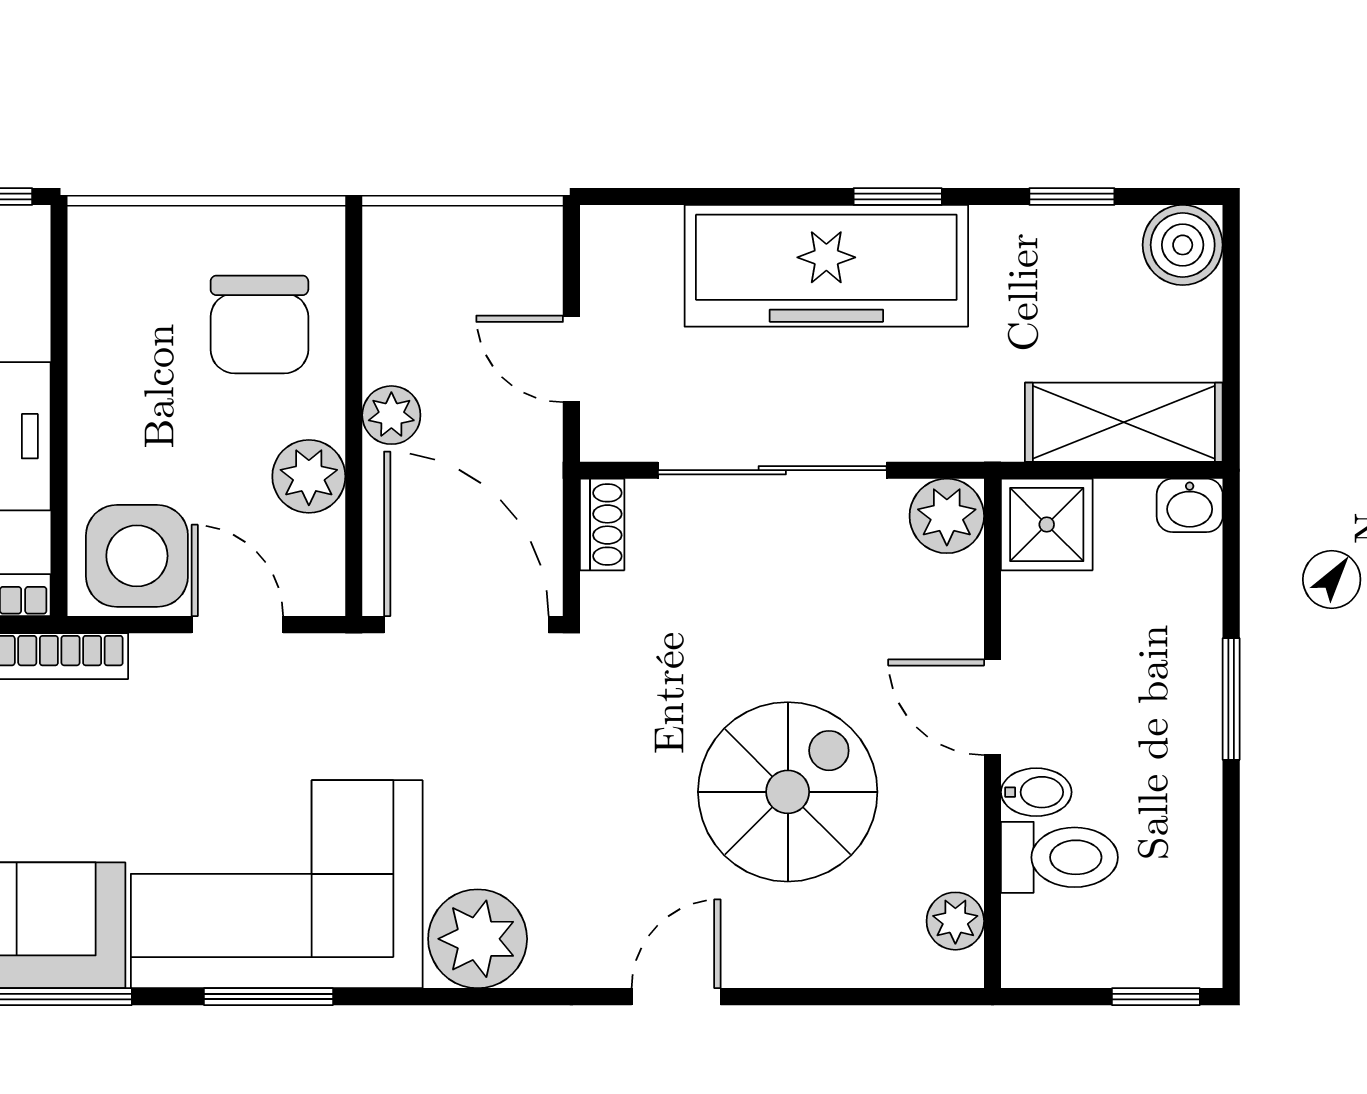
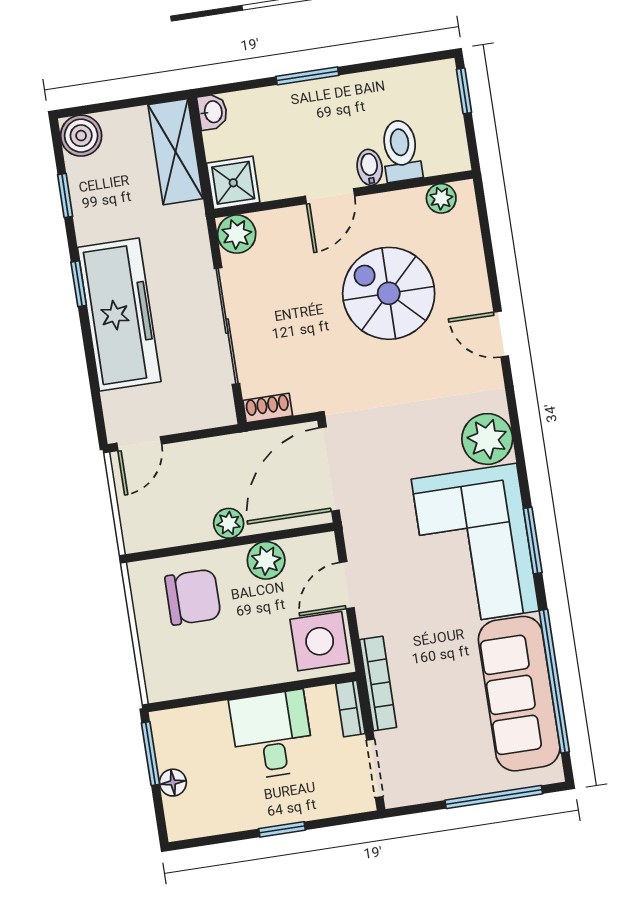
door: (571, 359) -> (139, 444), moved

